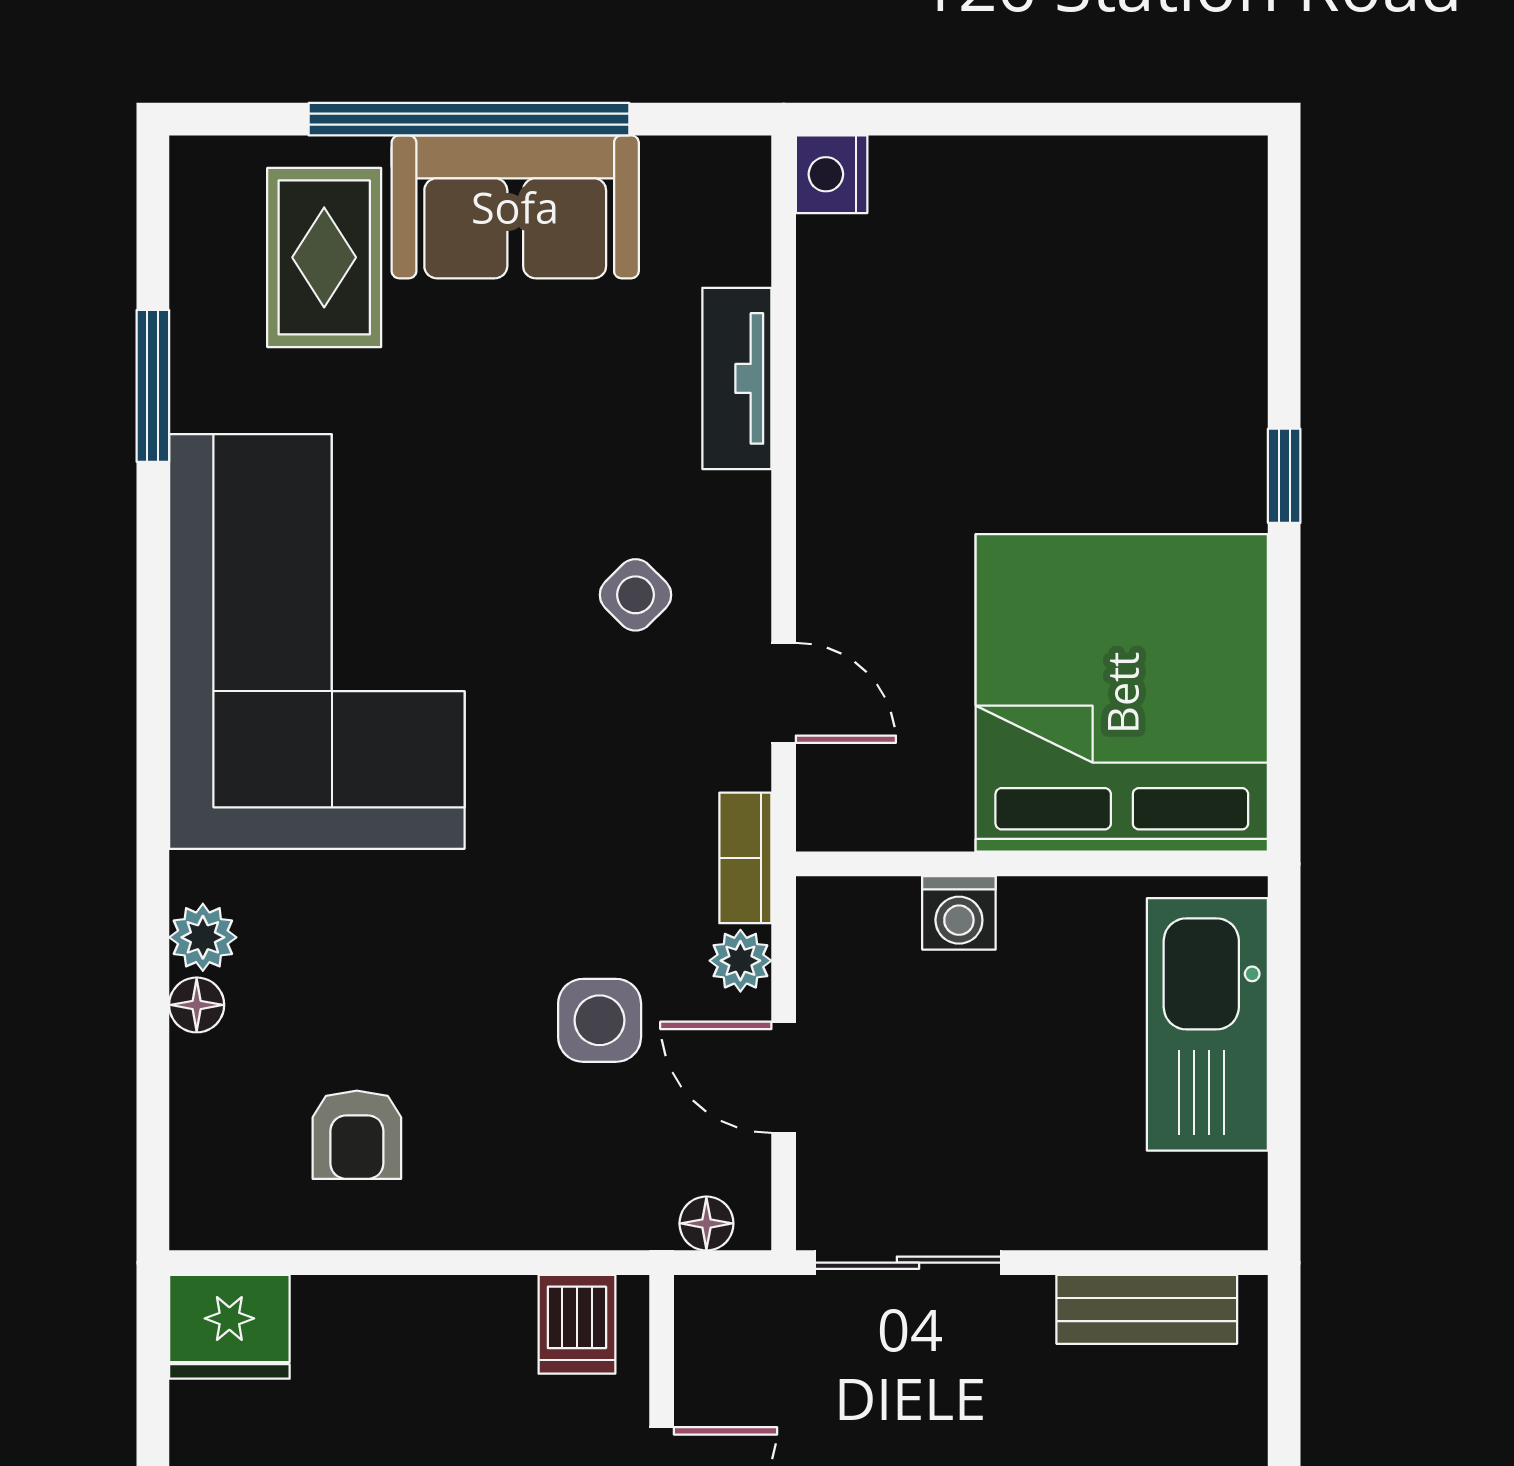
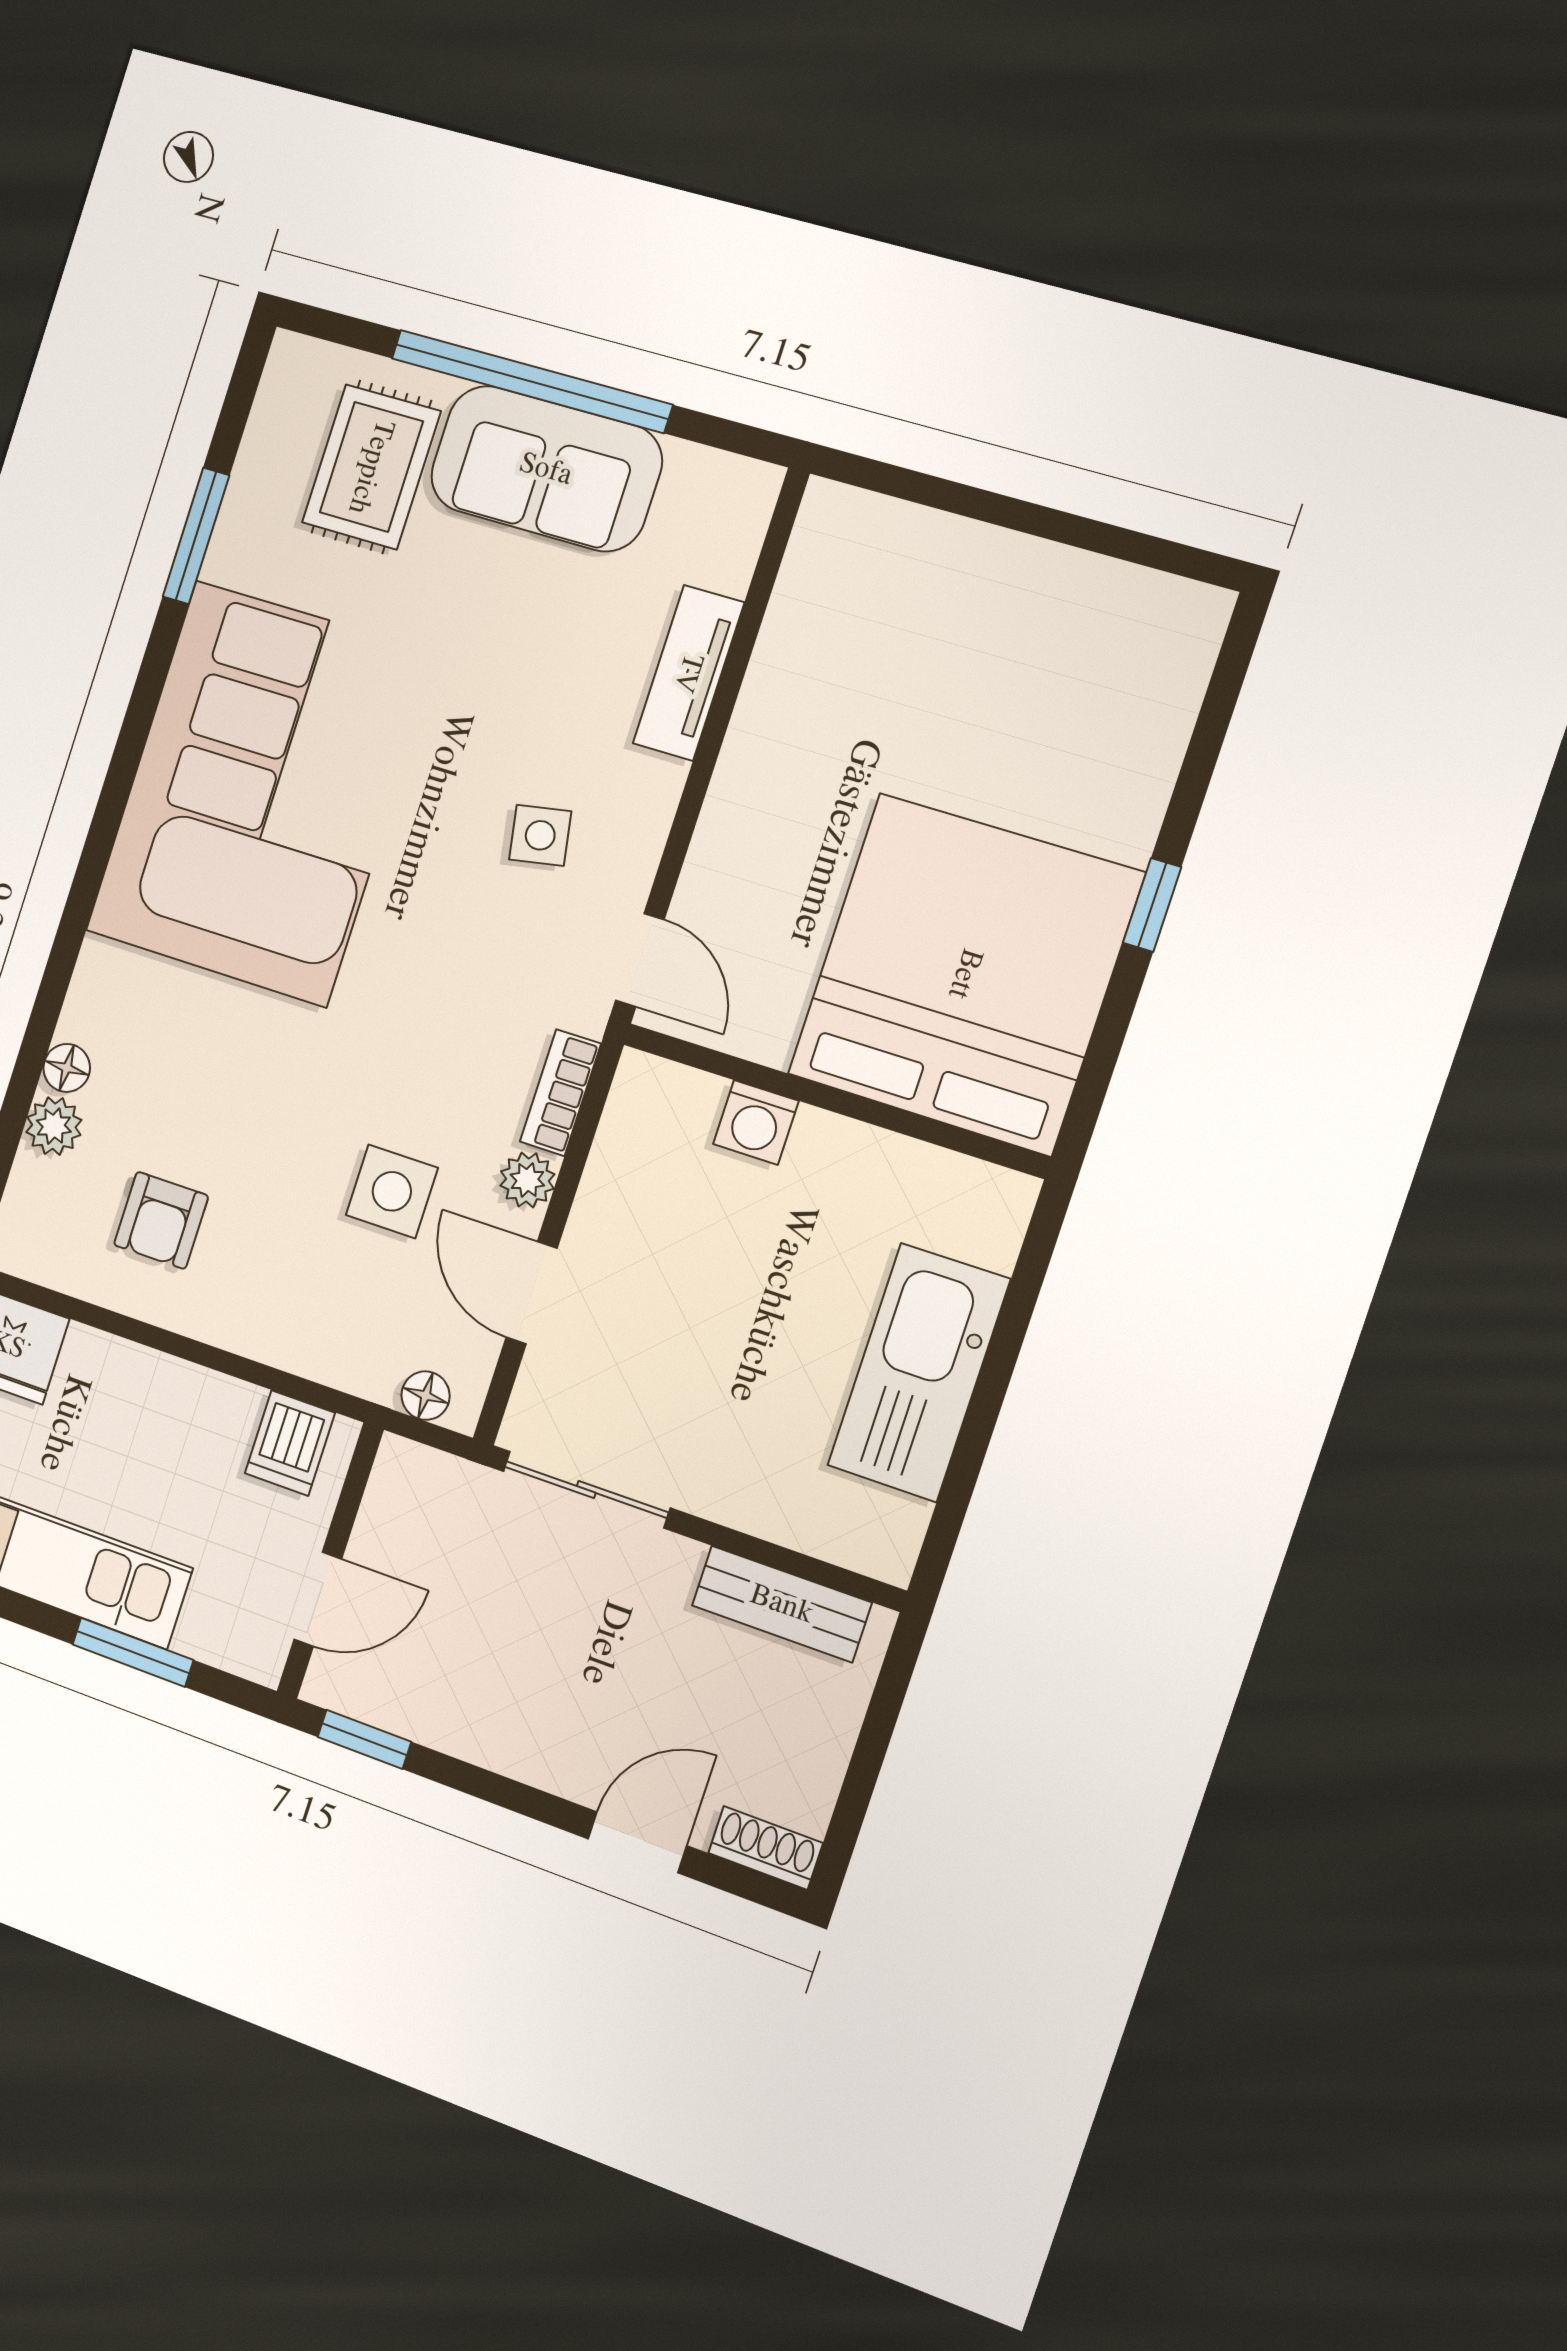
nightstand: (832, 174) -> (830, 517), removed
side table: (635, 595) -> (540, 835), turned 35
bed: (1122, 693) -> (965, 974), moved
wall: (1032, 864) -> (834, 1100), moved
washing machine: (959, 913) -> (756, 1123), moved
plant: (203, 937) -> (54, 1126), moved

